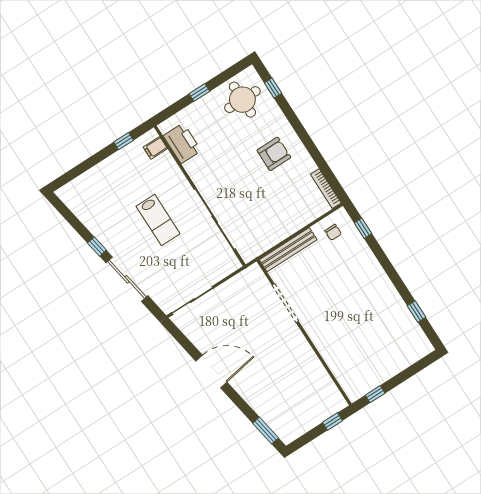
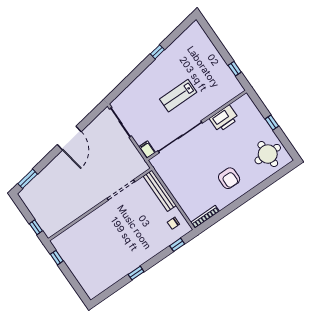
window: (273, 88) -> (277, 176), removed
printer: (182, 143) -> (224, 119), moved
filing cabinet: (155, 148) -> (147, 150), moved
sliding door: (127, 279) -> (134, 74), removed
window: (417, 312) -> (136, 273), moved

